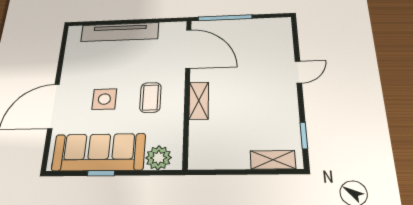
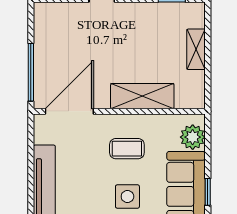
shelving: (199, 101) -> (142, 96), width x1.50, depth x1.33
shelving: (273, 160) -> (196, 49), moved

